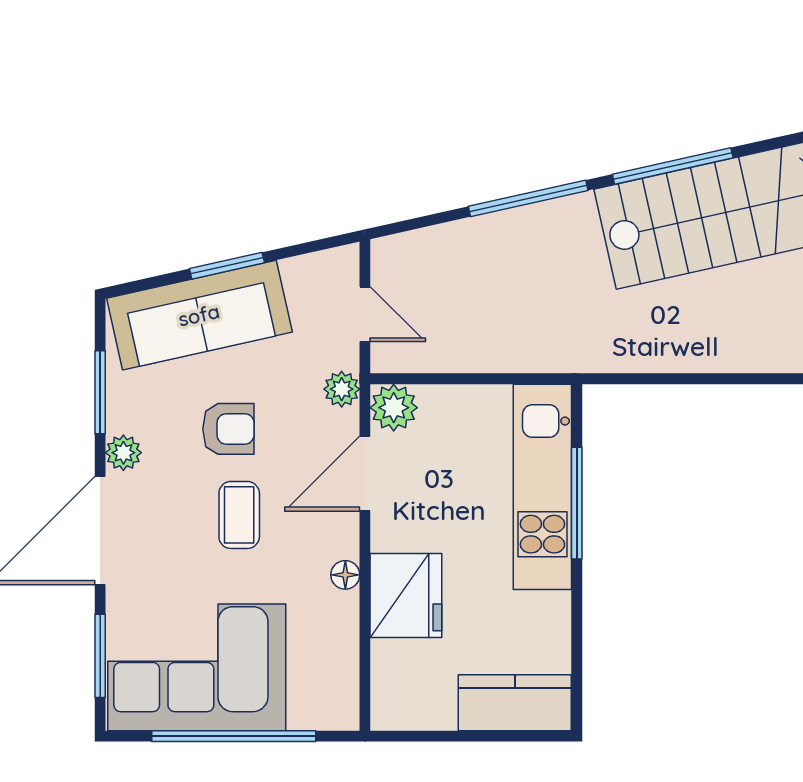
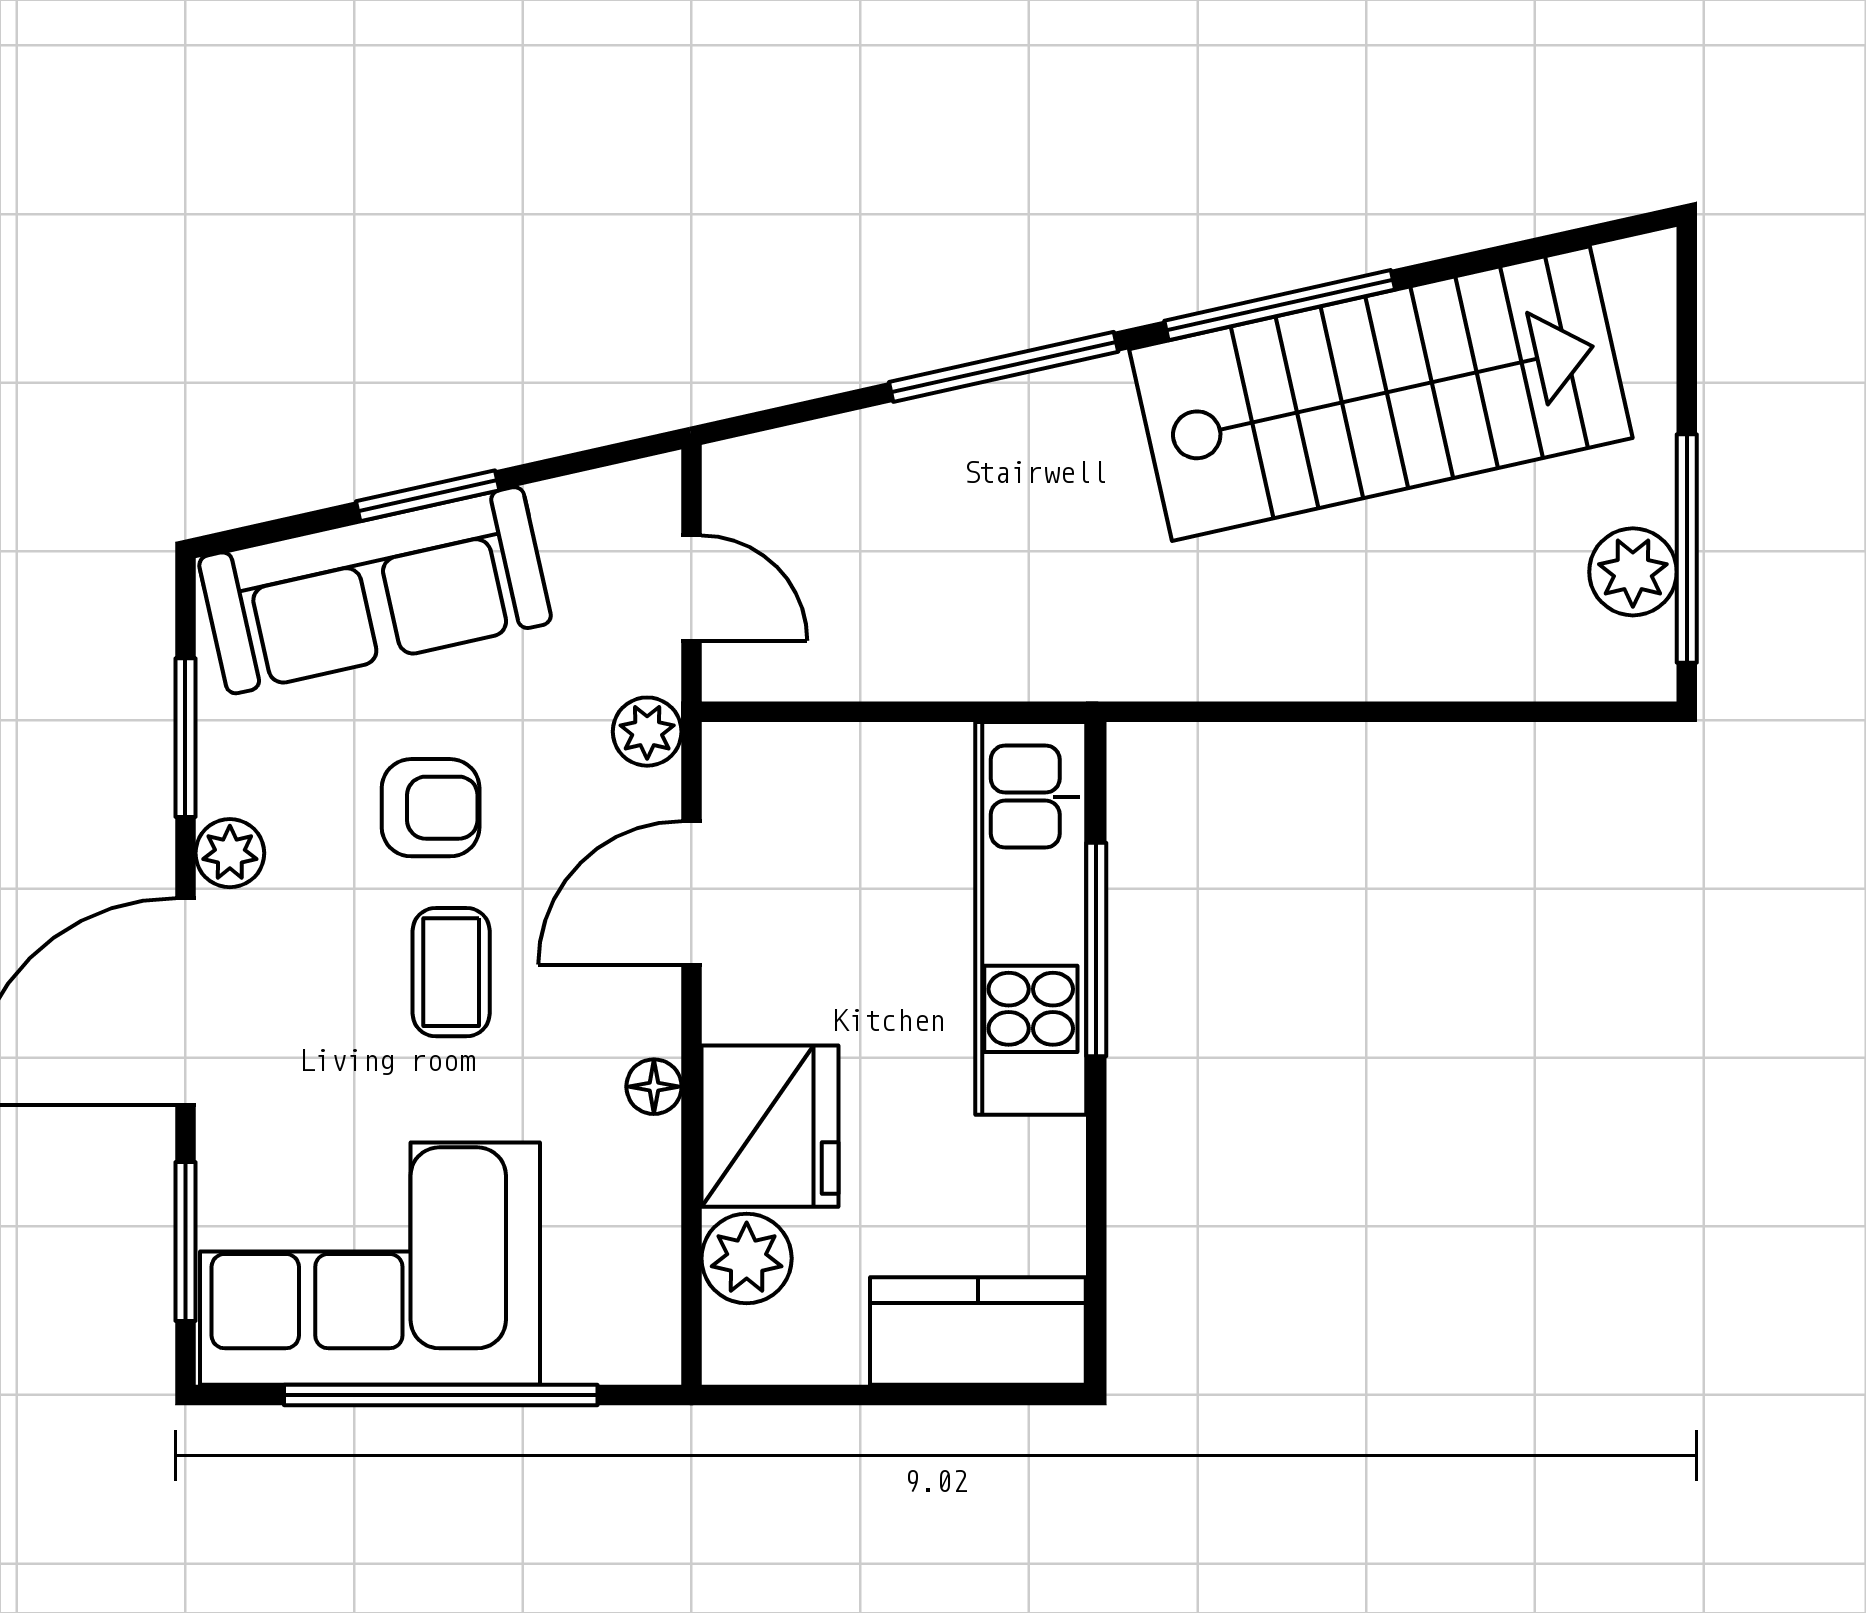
plant: (394, 408) -> (747, 1258), moved

